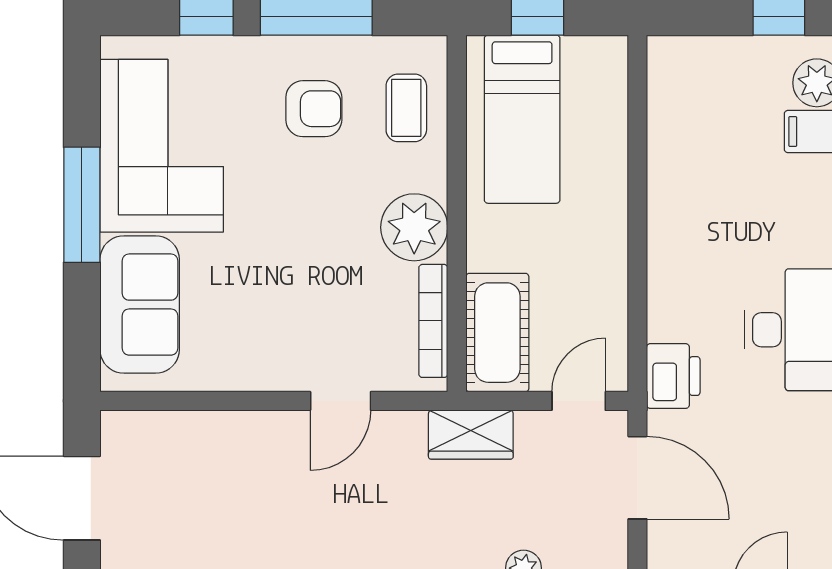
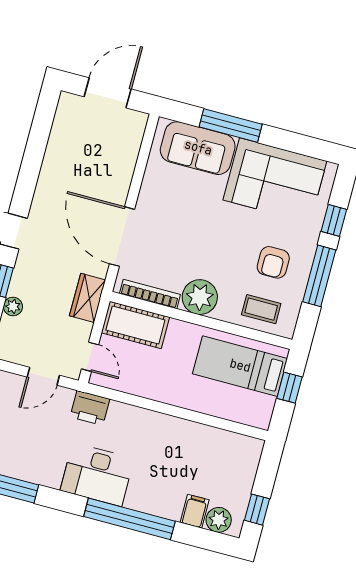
window: (82, 205) -> (231, 126), moved
door: (341, 401) -> (122, 237), width x1.87
door: (637, 478) -> (43, 376), width x0.73

